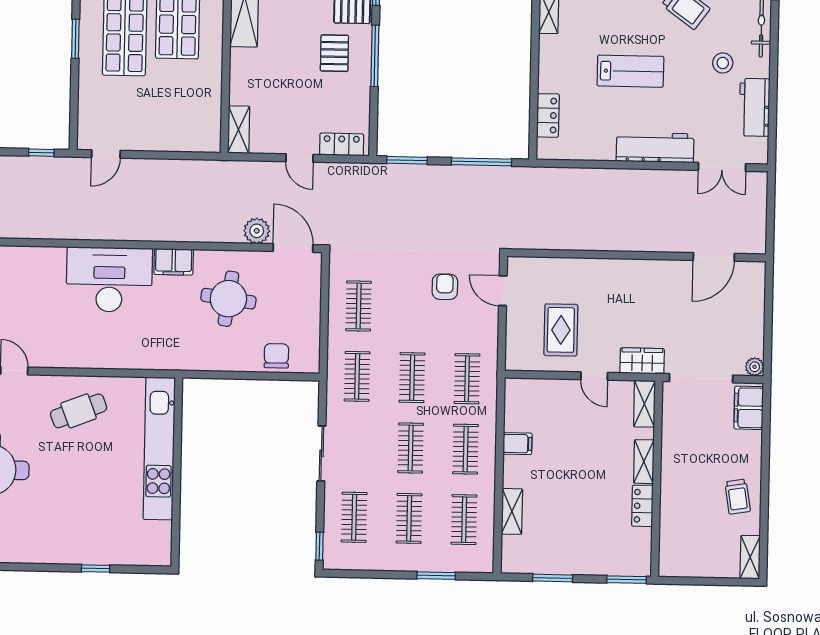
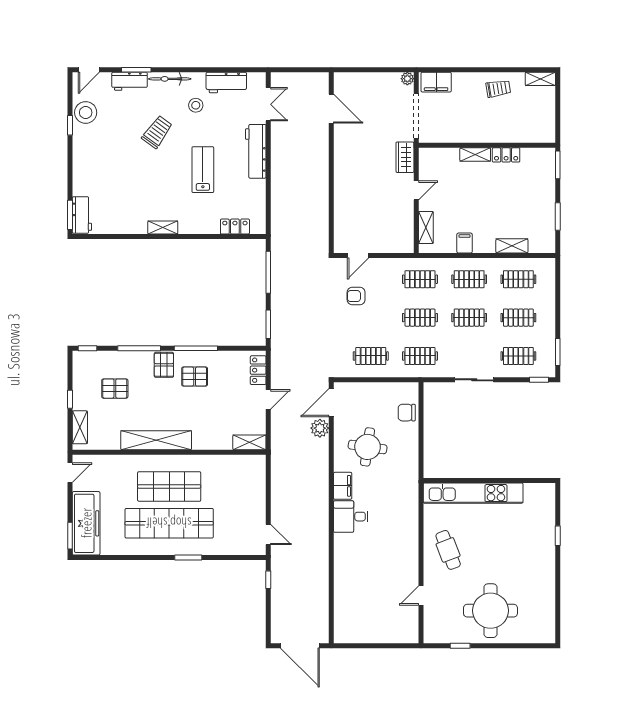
desk: (109, 280) -> (351, 517), width x0.53, depth x0.77
rug: (561, 330) -> (385, 214), removed
shelving: (644, 404) -> (426, 227), moved, turned 90
window: (436, 576) -> (558, 352), moved

